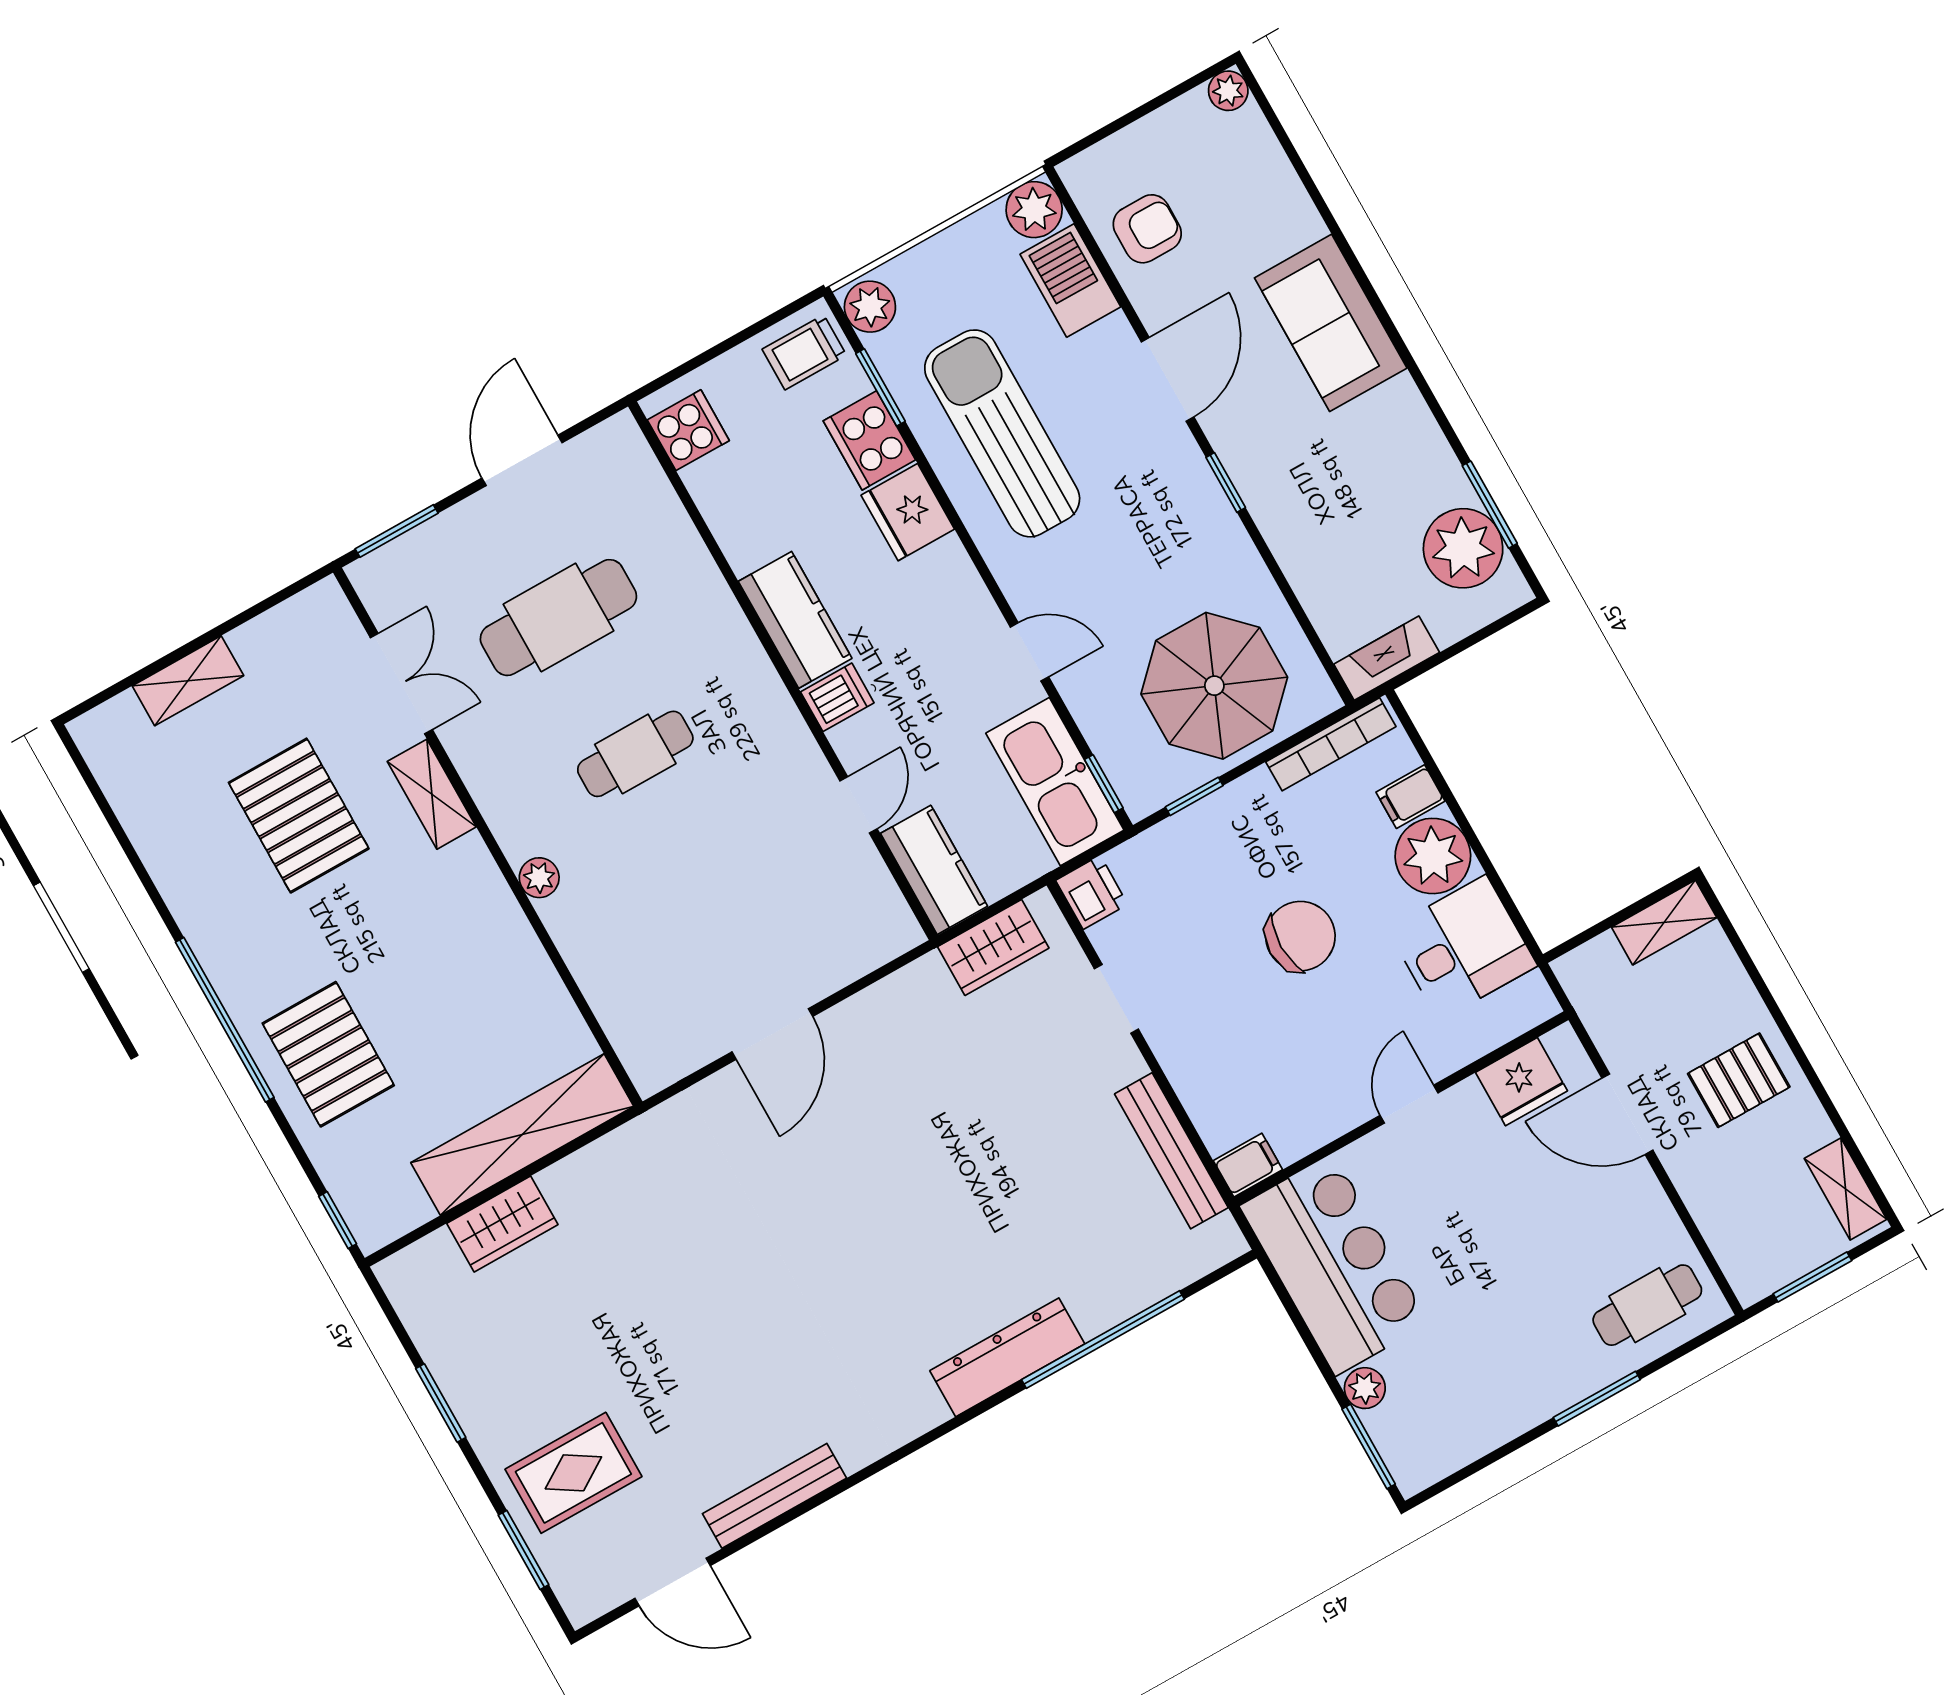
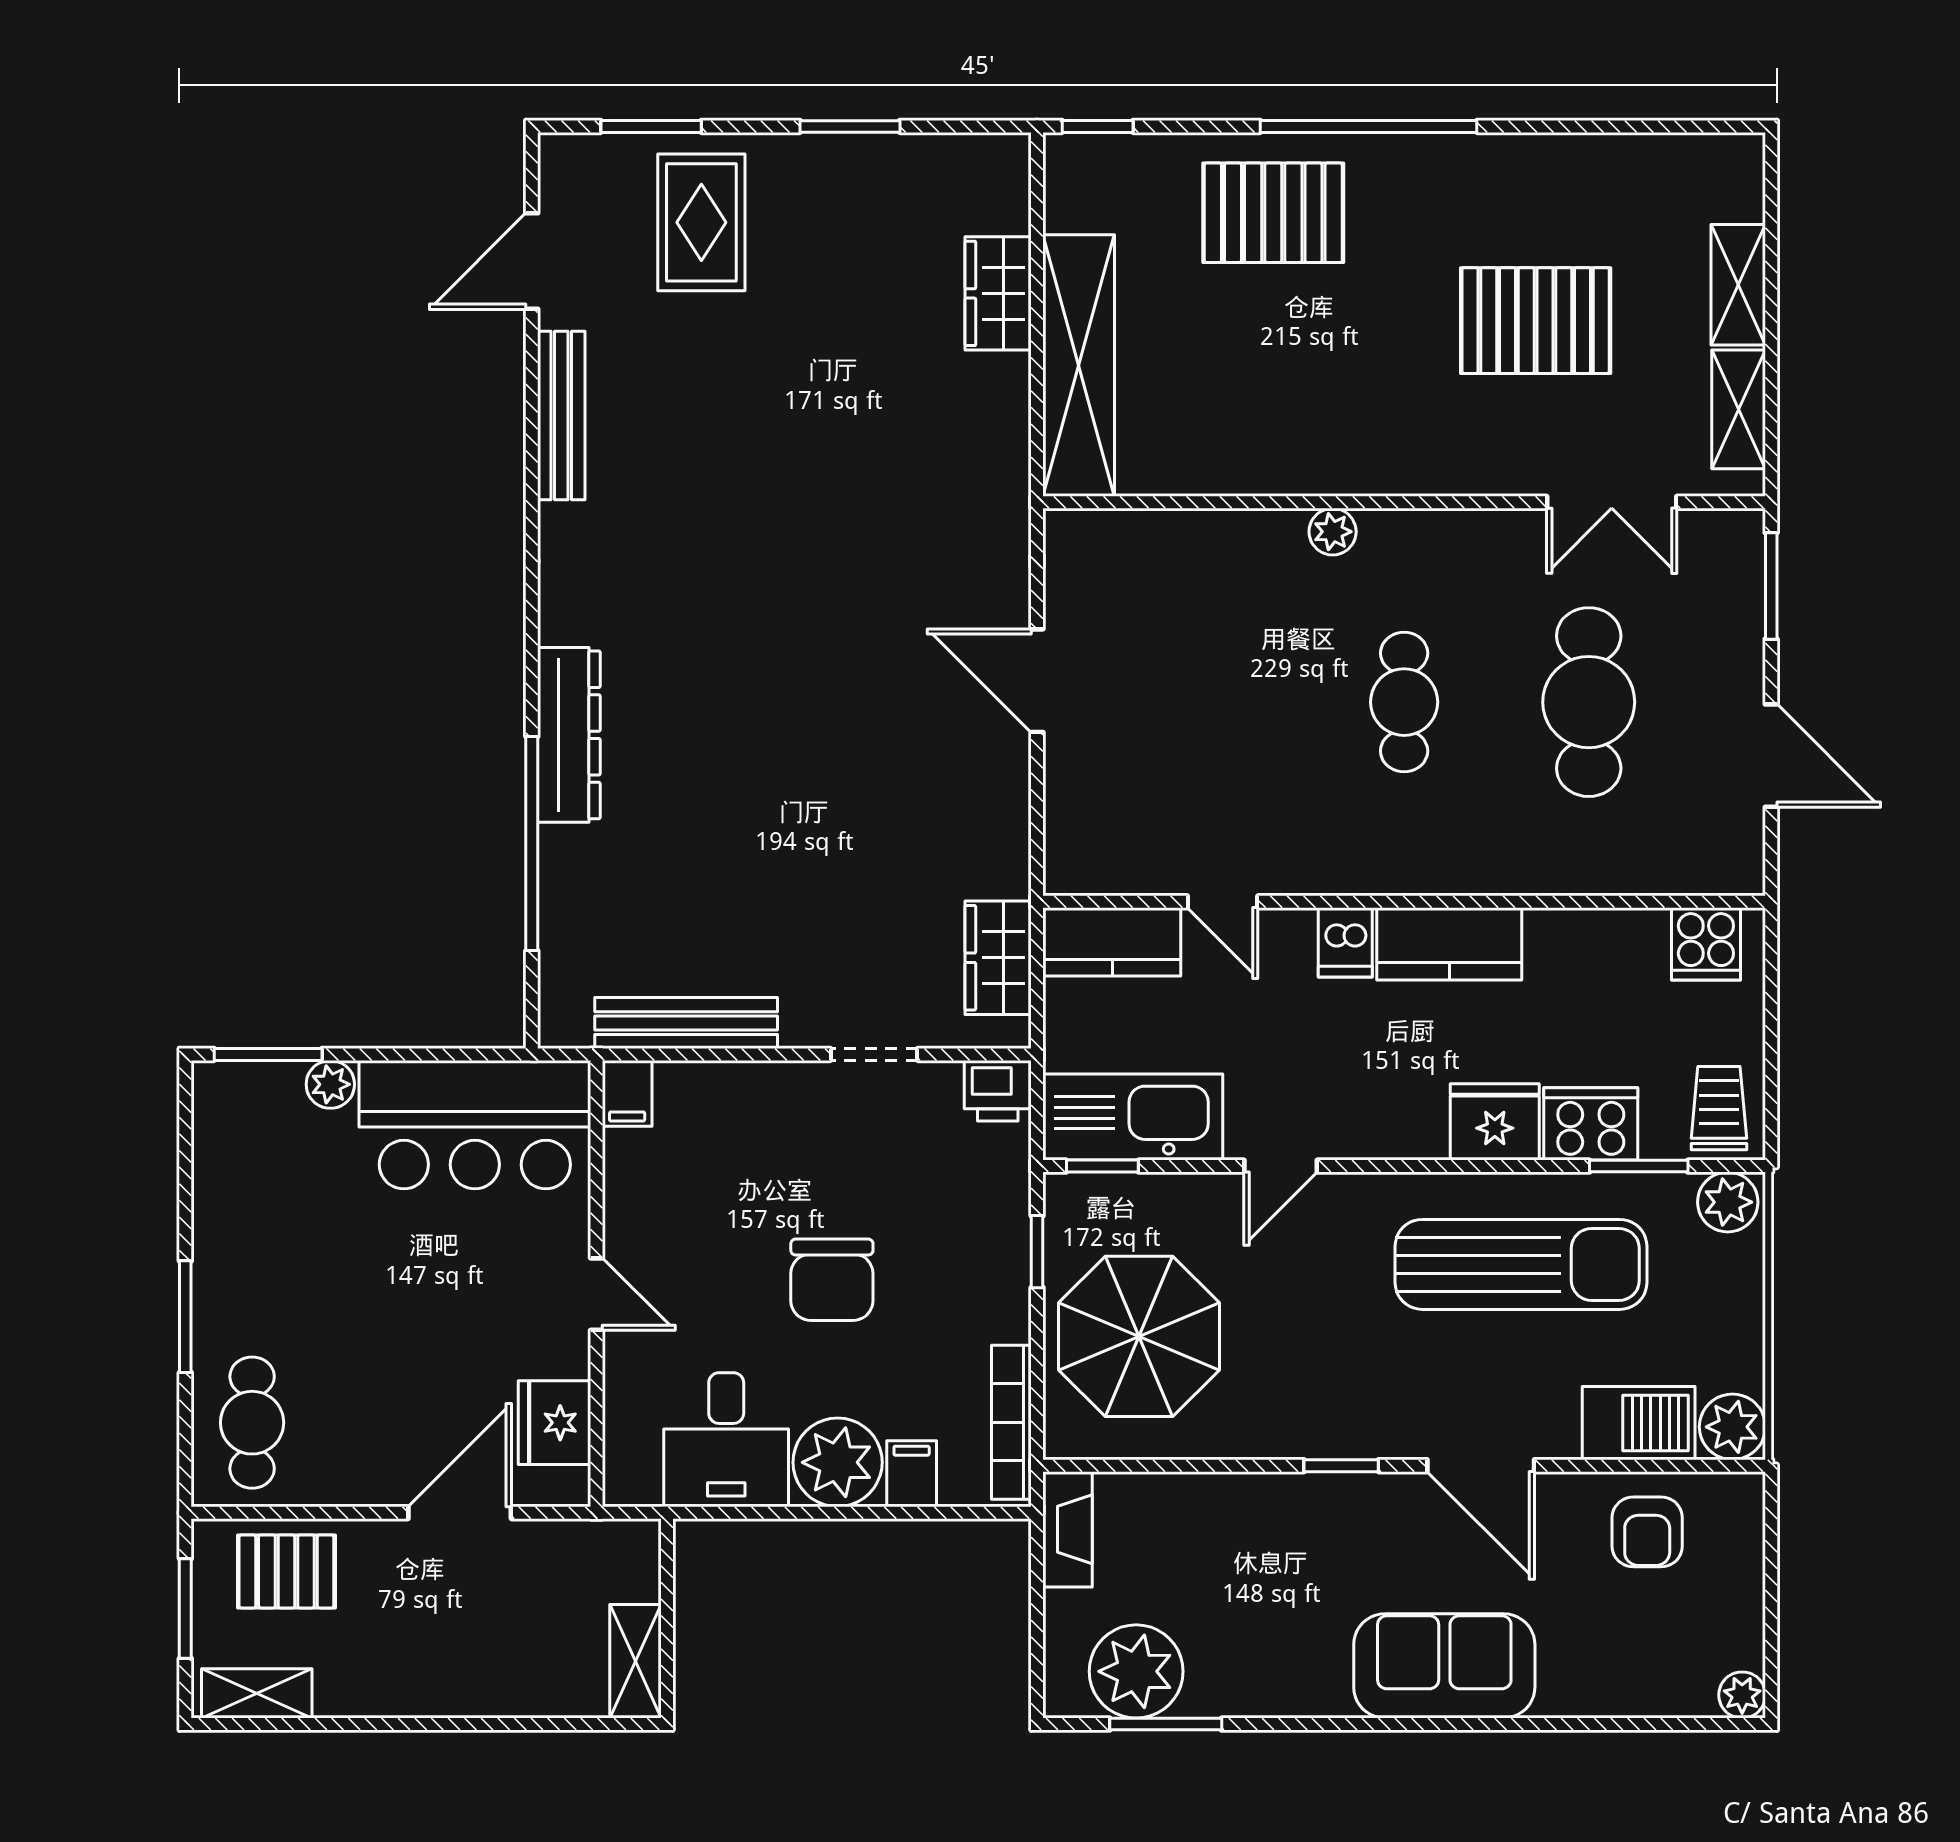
shelving: (432, 794) -> (1739, 409), moved, turned 90
pallet: (1739, 1080) -> (286, 1571), moved, turned 90

